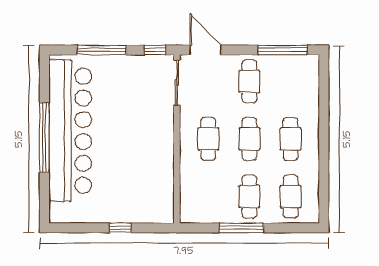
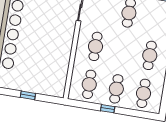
cafe table: (249, 139) -> (89, 84), moved
window: (241, 228) -> (108, 109), width x0.46

